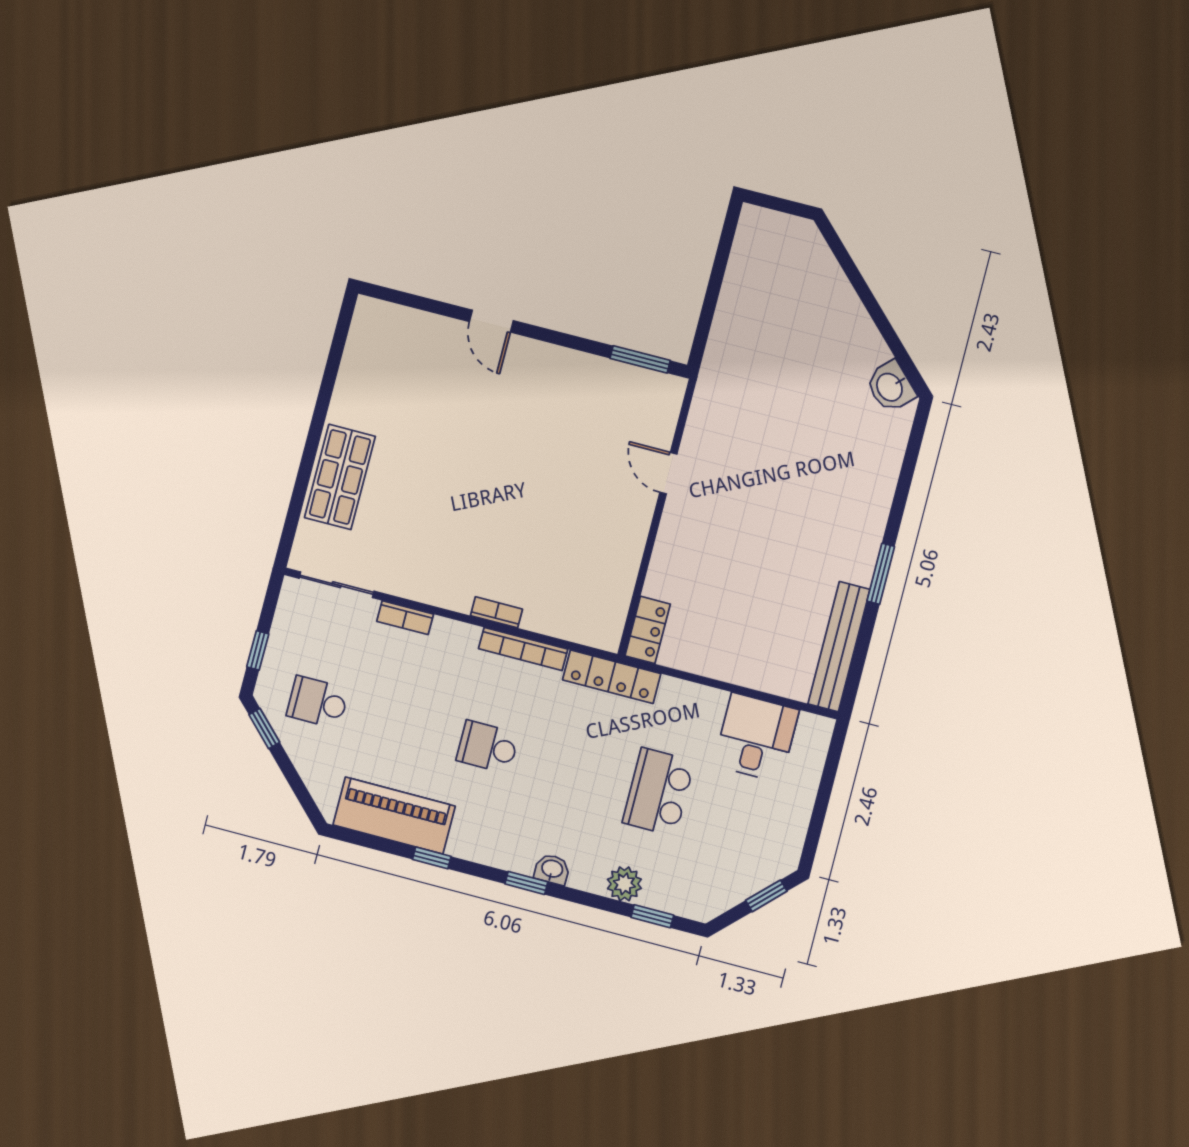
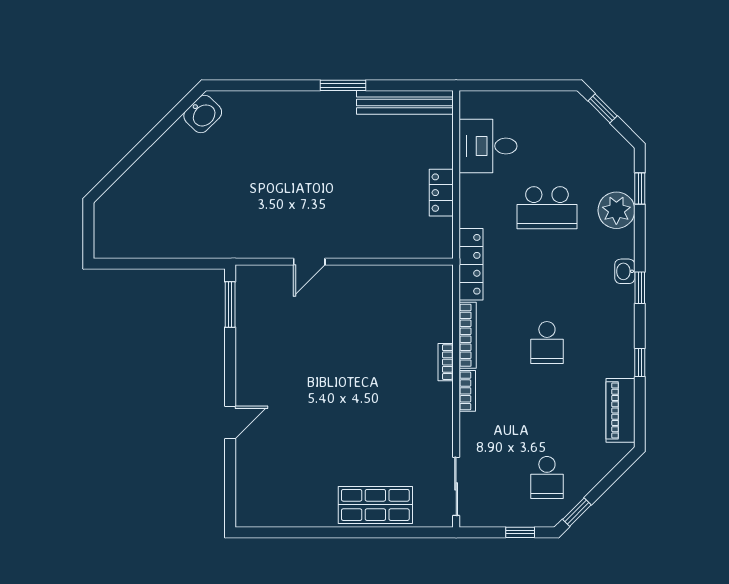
bookcase: (405, 618) -> (467, 391), moved
locker: (648, 630) -> (441, 193), moved, turned -90
piano: (394, 815) -> (620, 410), width x0.73, depth x0.75
plant: (624, 884) -> (616, 210), width x1.36, depth x1.36

